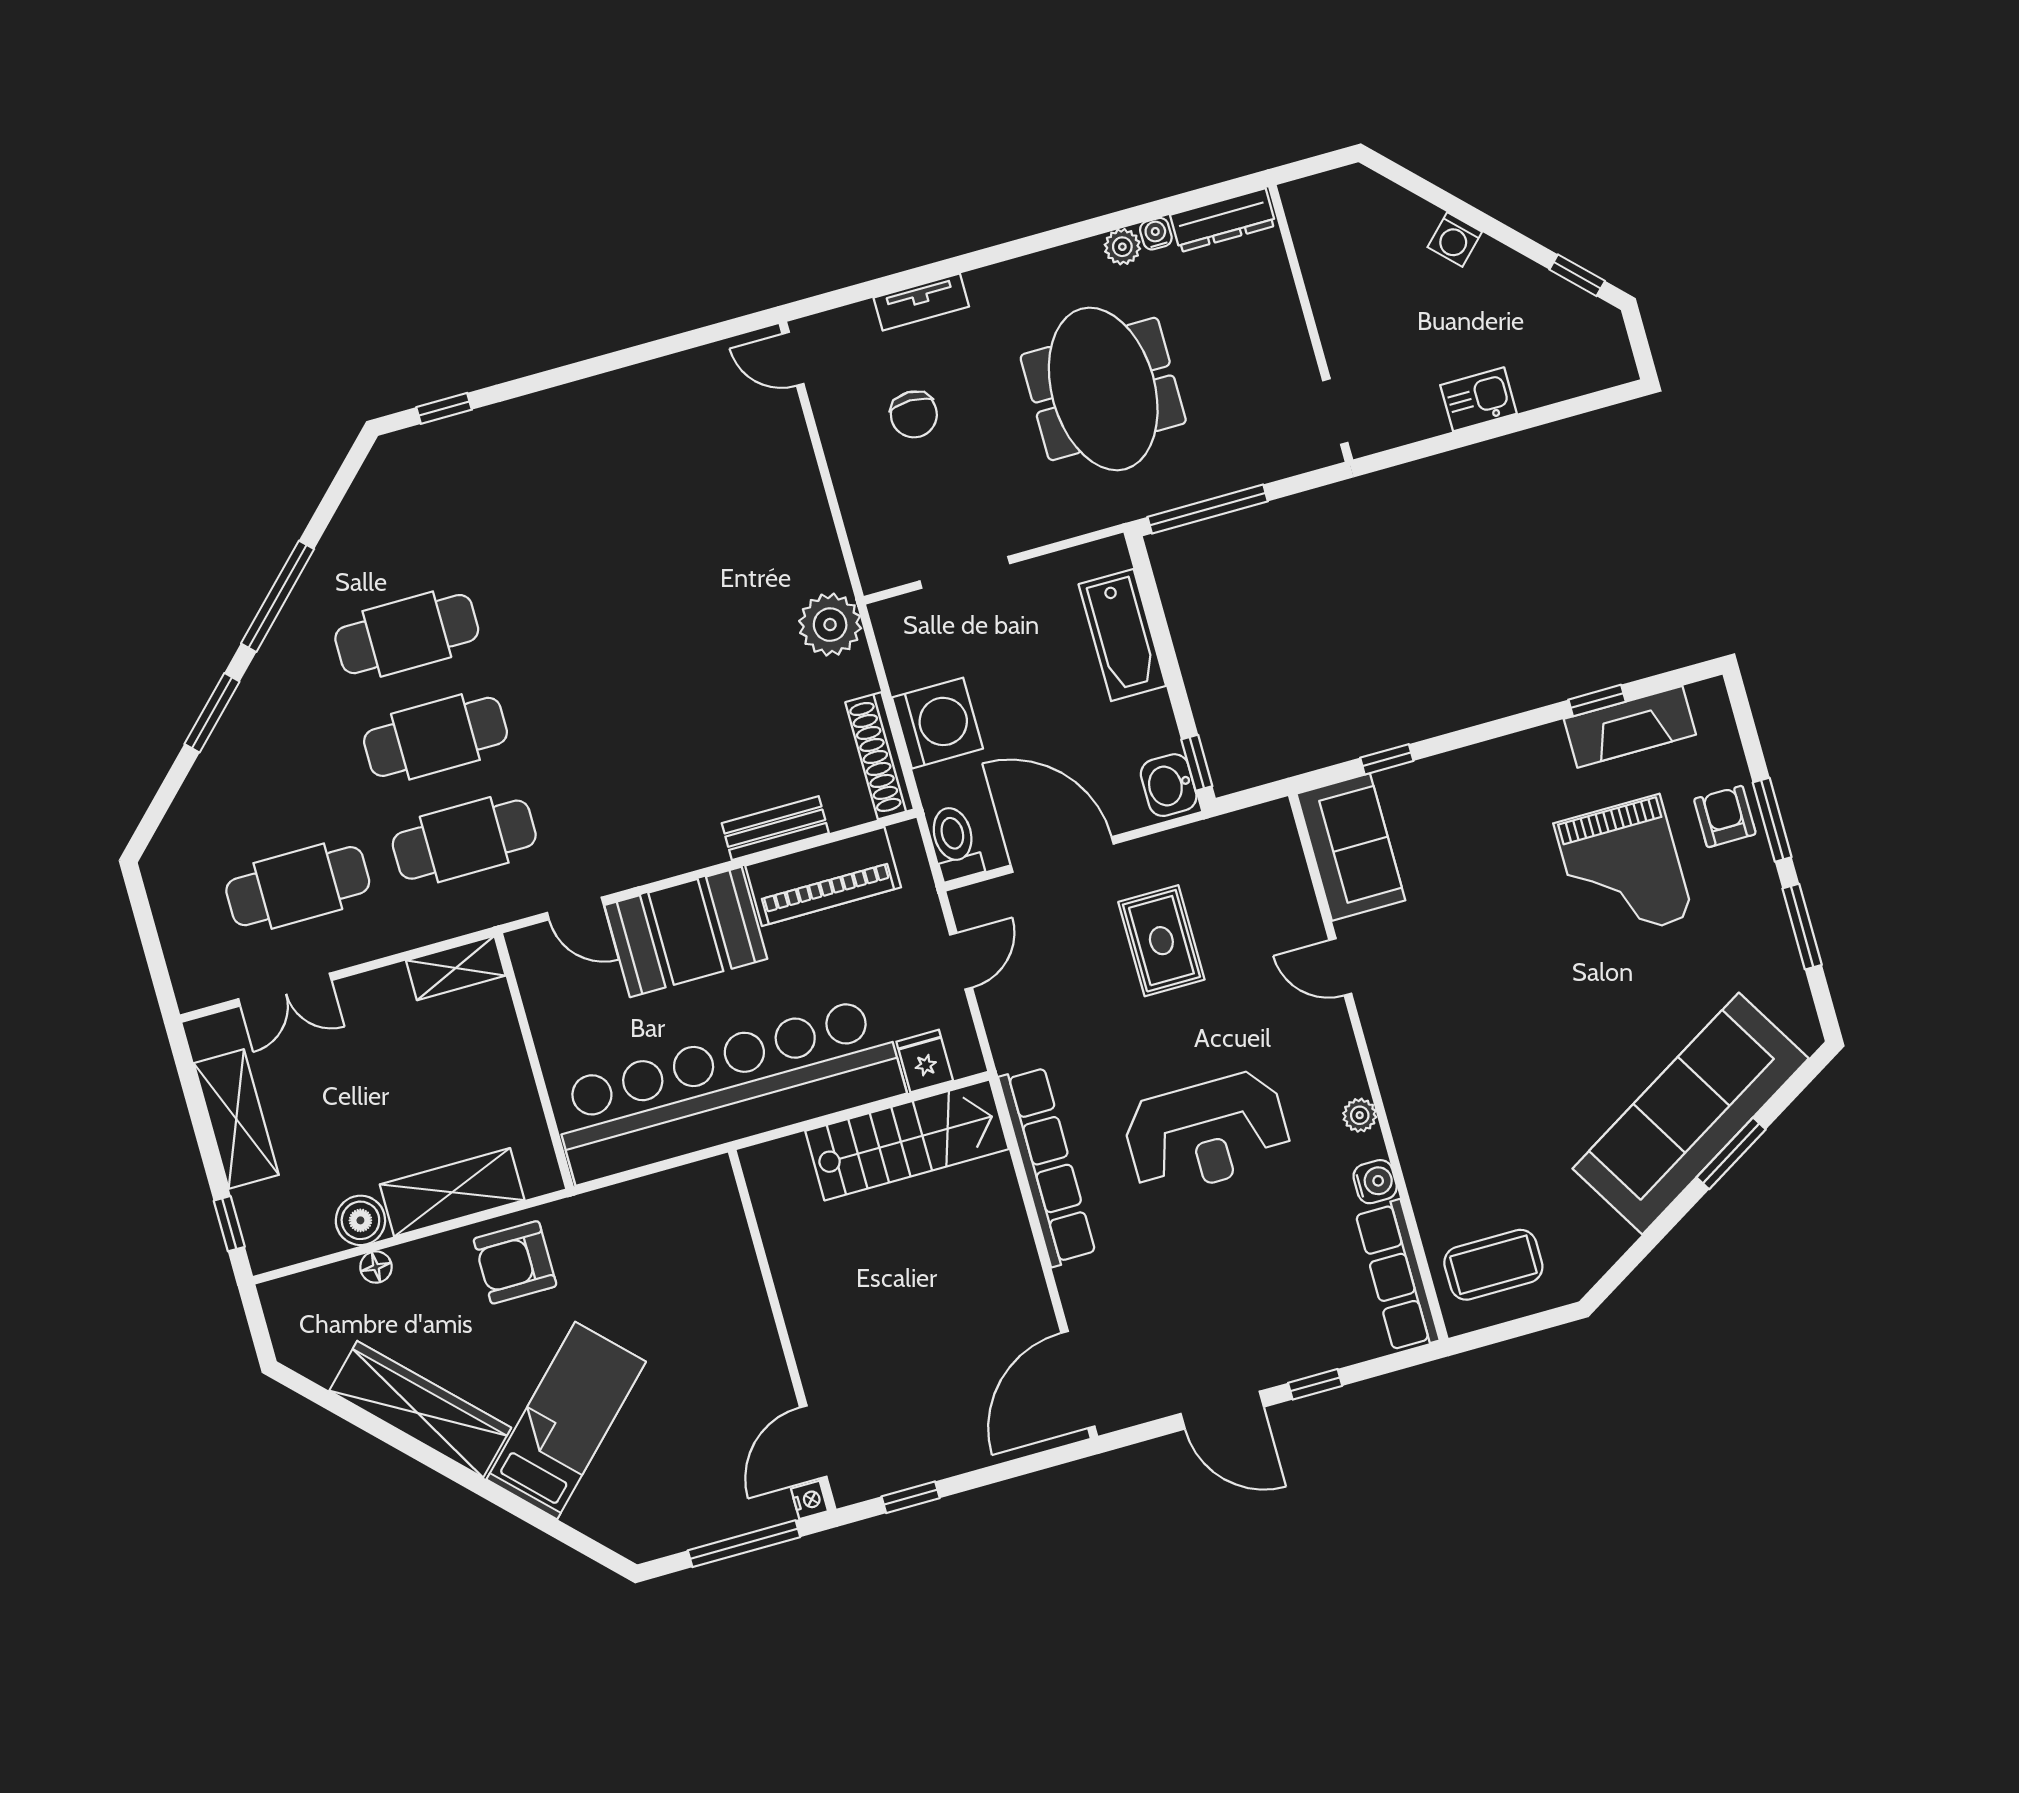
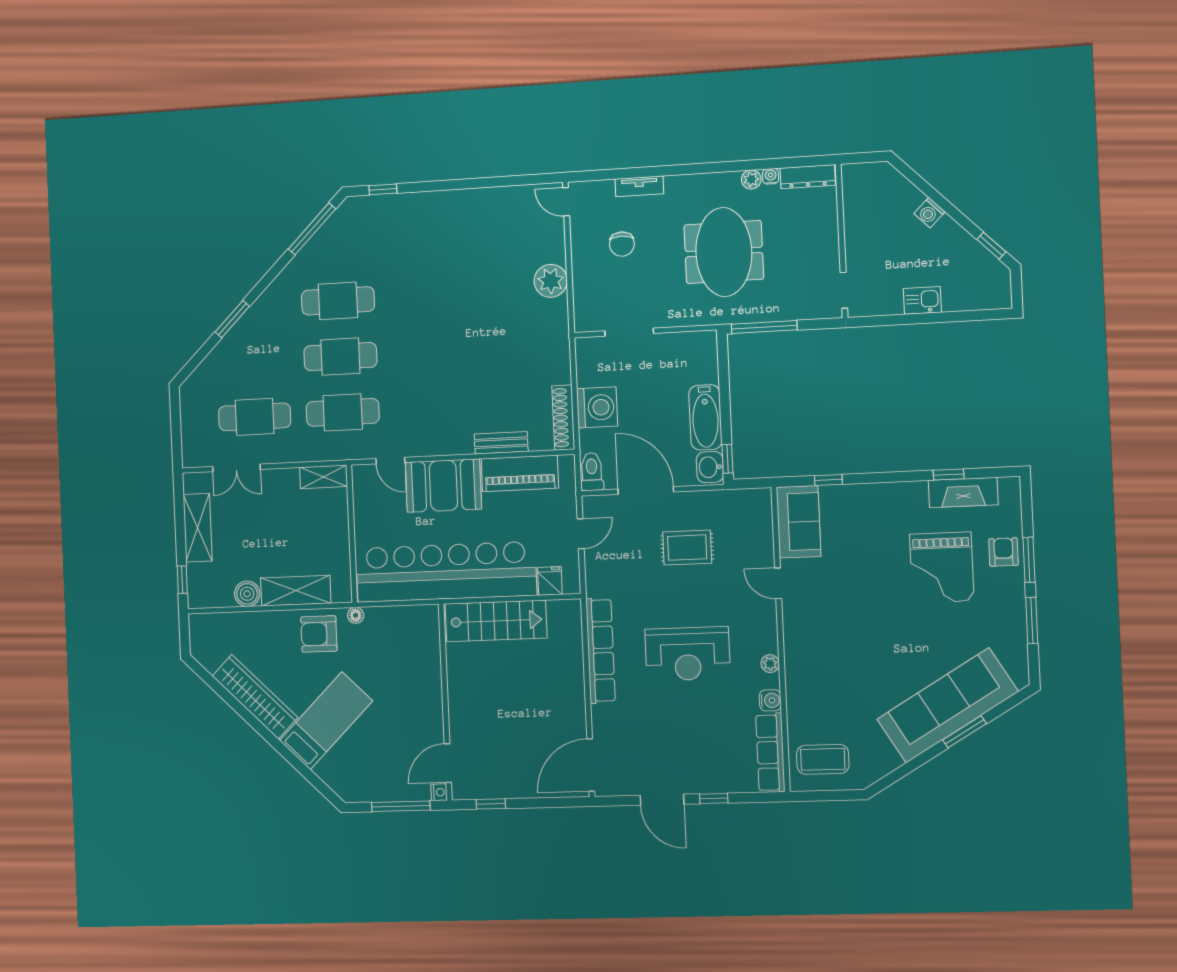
window: (278, 596) -> (312, 229), moved
plant: (830, 625) -> (551, 281), moved
bathtub: (1122, 635) -> (705, 417), moved
rug: (1161, 941) -> (687, 548), turned 90
stairs: (907, 1140) -> (496, 621), moved
floor lamp: (376, 1267) -> (356, 615), moved

